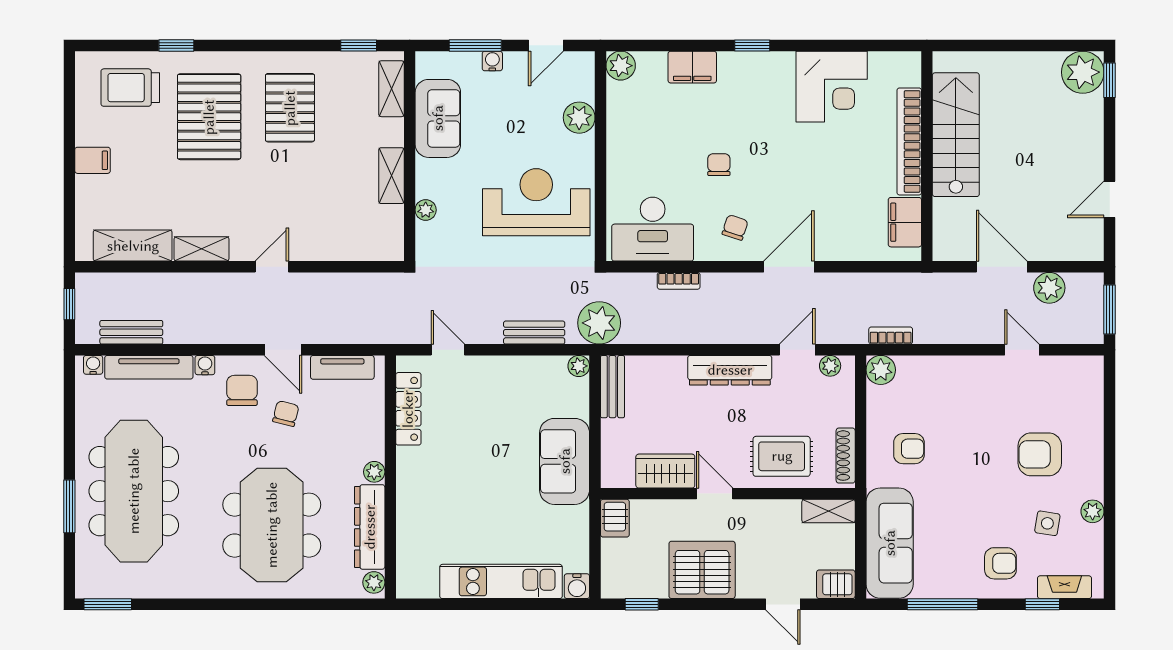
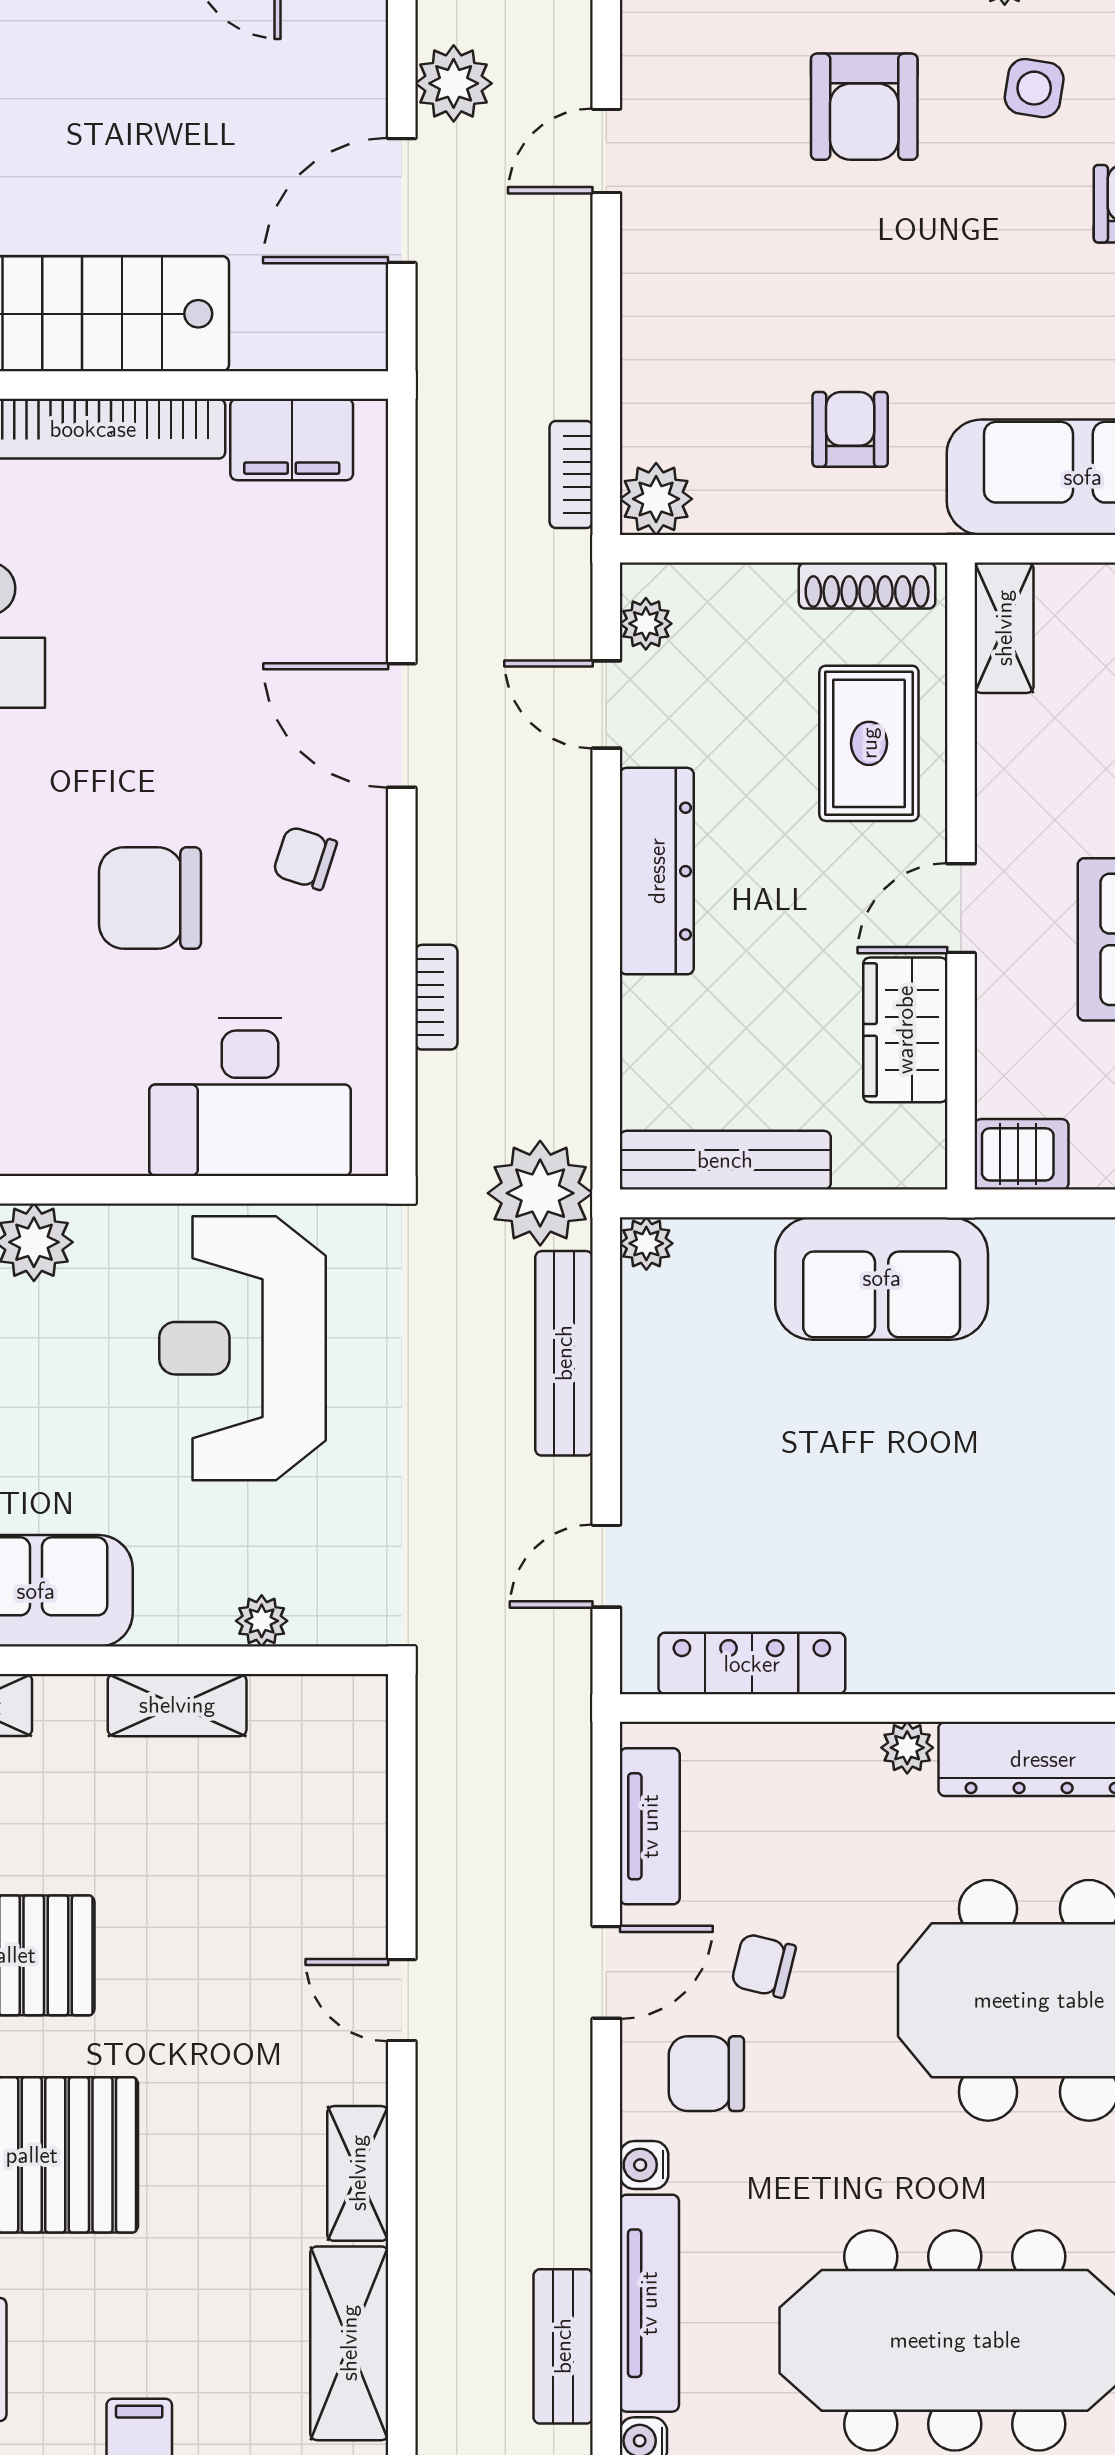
chair: (719, 165) -> (150, 898), width x1.87, depth x1.87
desk: (653, 229) -> (250, 1097), moved, turned 90
bench: (534, 333) -> (564, 1353), width x1.36
bench: (612, 387) -> (725, 1160), width x1.36

